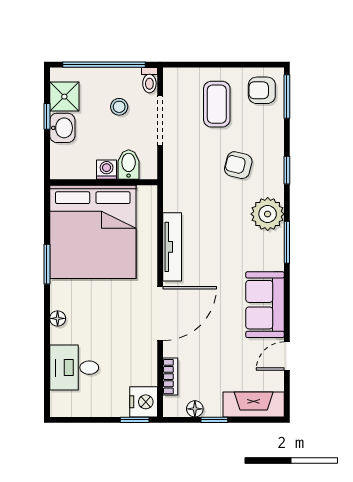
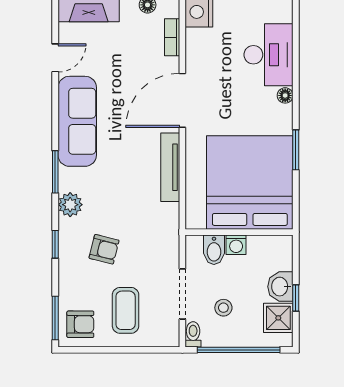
plant: (268, 214) -> (70, 205), width x0.73, depth x0.73
sofa: (265, 305) -> (77, 121), width x1.36
desk: (74, 368) -> (269, 55), width x1.37

